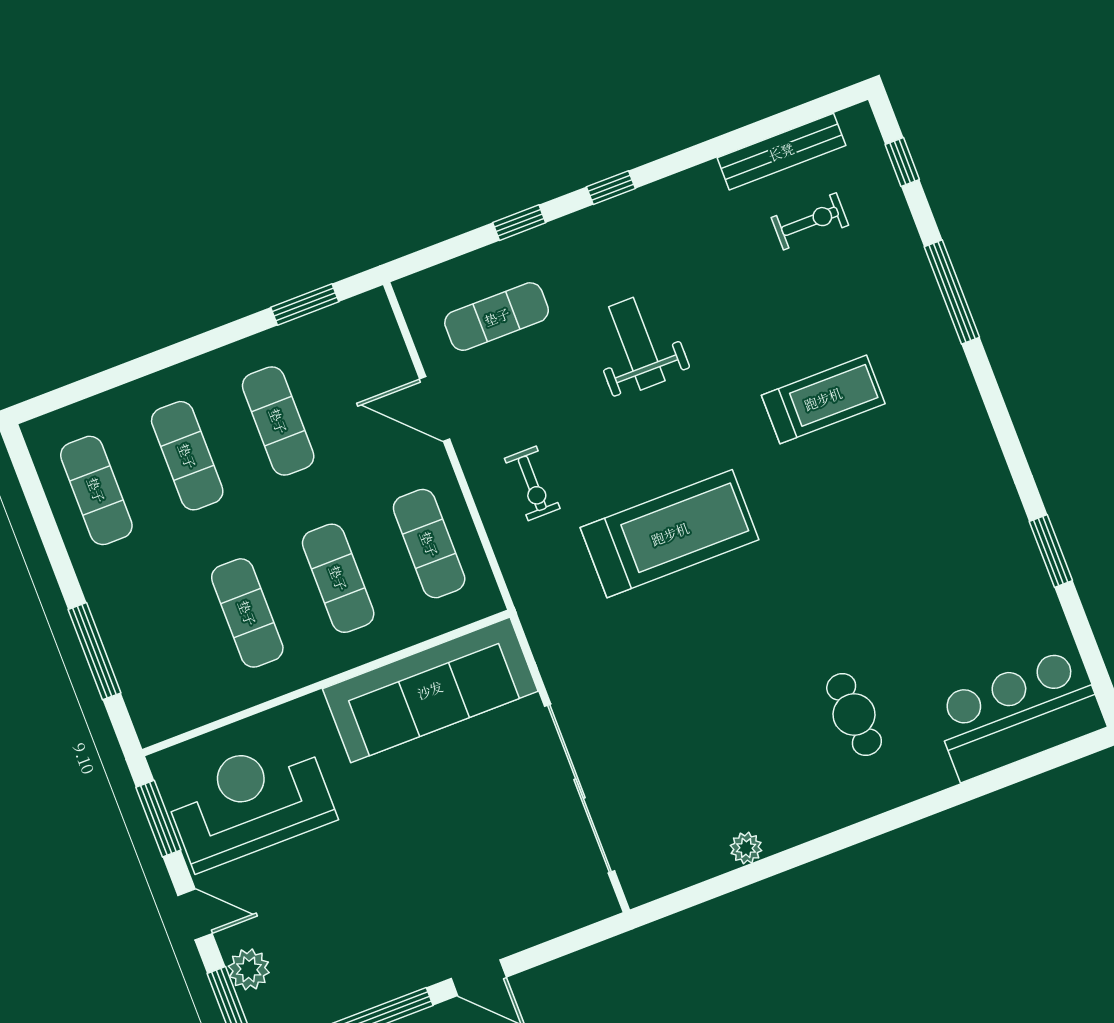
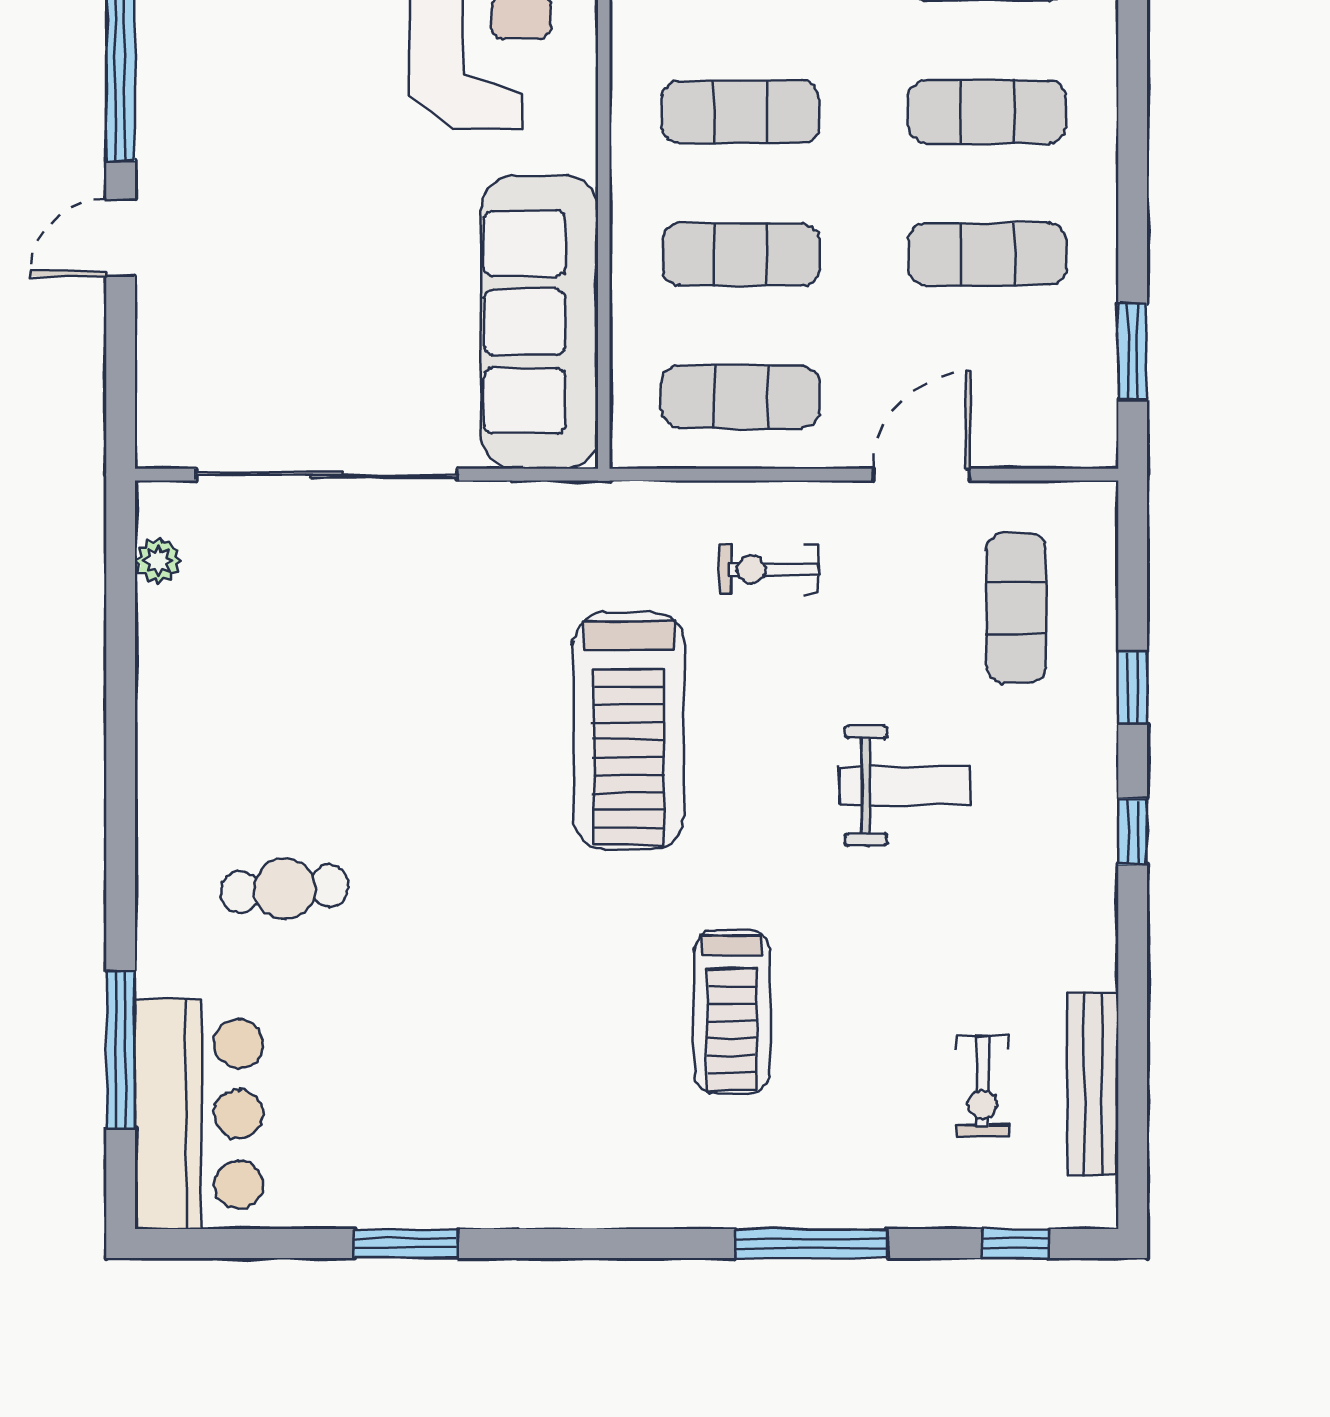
window: (997, 780) -> (121, 1050), added
plant: (746, 848) -> (158, 561), moved

